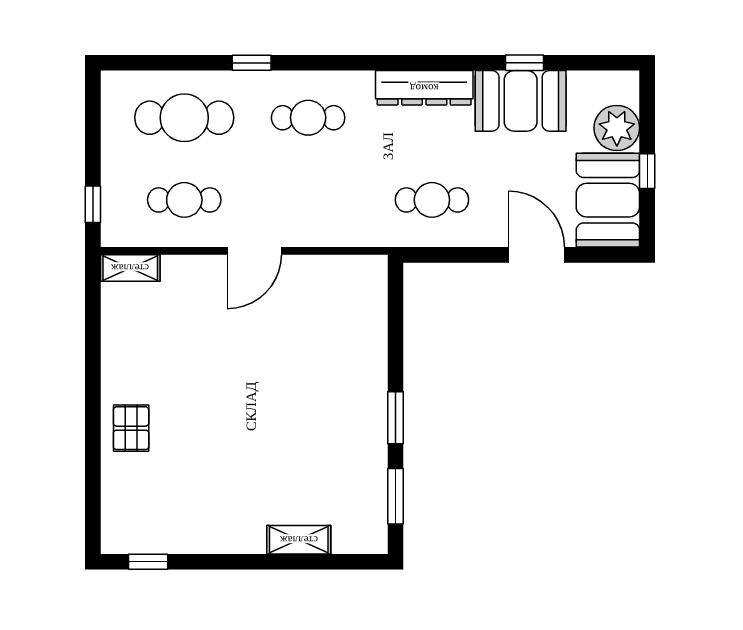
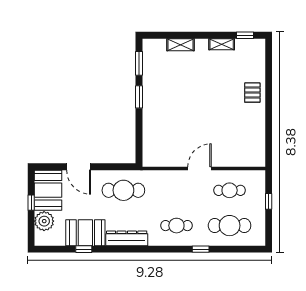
cafe table: (432, 200) -> (123, 190), width x1.37, depth x1.35
window: (93, 204) -> (269, 201), moved
shelving: (130, 268) -> (222, 44), moved

